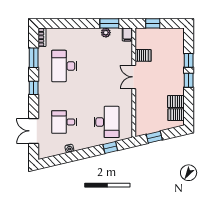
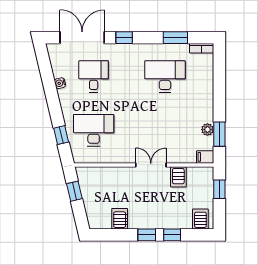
window: (34, 88) -> (124, 38), moved
server rack: (176, 115) -> (200, 219), moved
desk: (106, 122) -> (94, 130), turned 180
double door: (34, 131) -> (82, 38), width x1.37

